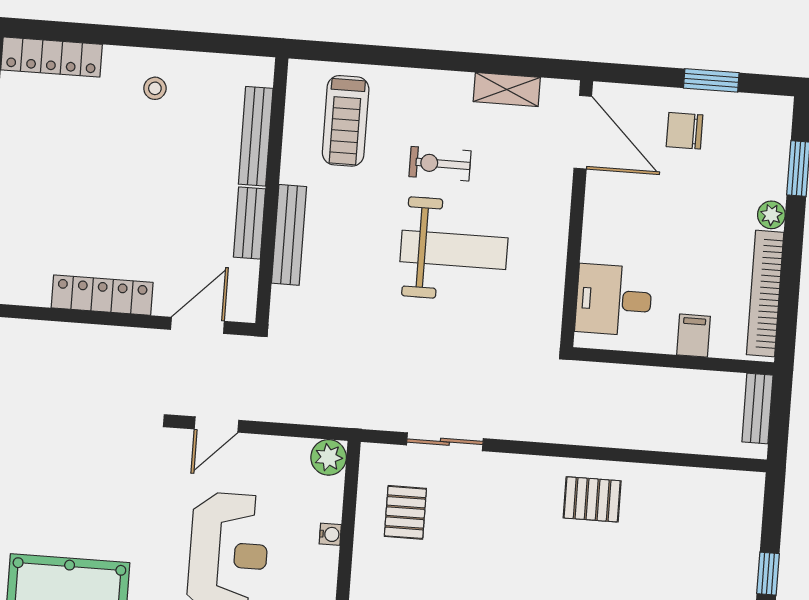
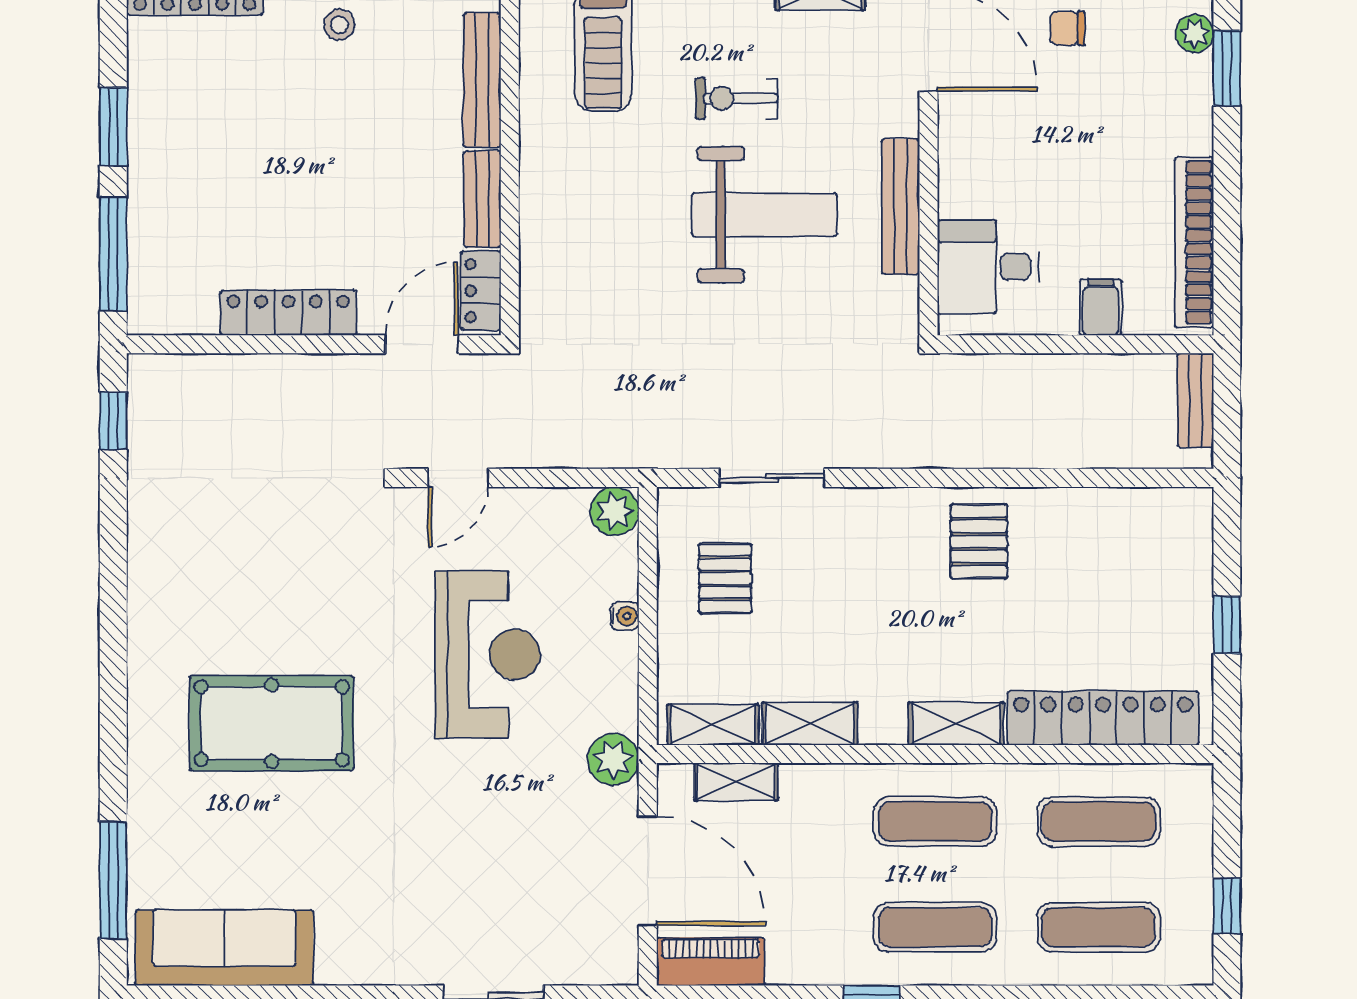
chair: (685, 131) -> (1067, 28), width x0.73, depth x0.73
plant: (771, 215) -> (1195, 34), moved
bench: (289, 235) -> (901, 207), moved
locker: (243, 290) -> (481, 291), added
pallet: (592, 499) -> (979, 541), turned 90

